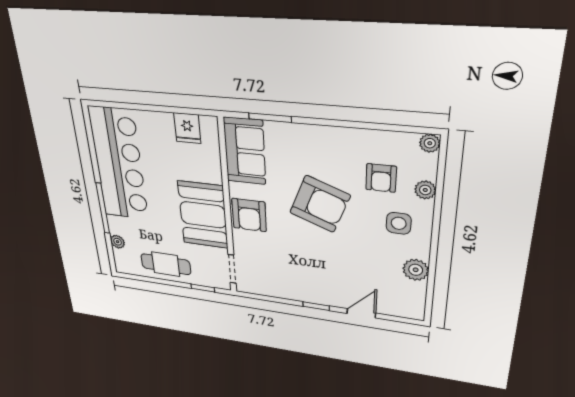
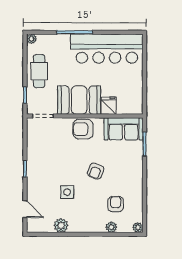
fridge: (187, 128) -> (109, 106), moved, turned 90
armchair: (381, 178) -> (116, 204), turned 90
armchair: (320, 204) -> (96, 171), width x0.53, depth x0.53
side table: (399, 223) -> (67, 192), moved
plant: (118, 242) -> (31, 39), moved
door: (361, 313) -> (25, 209), moved

